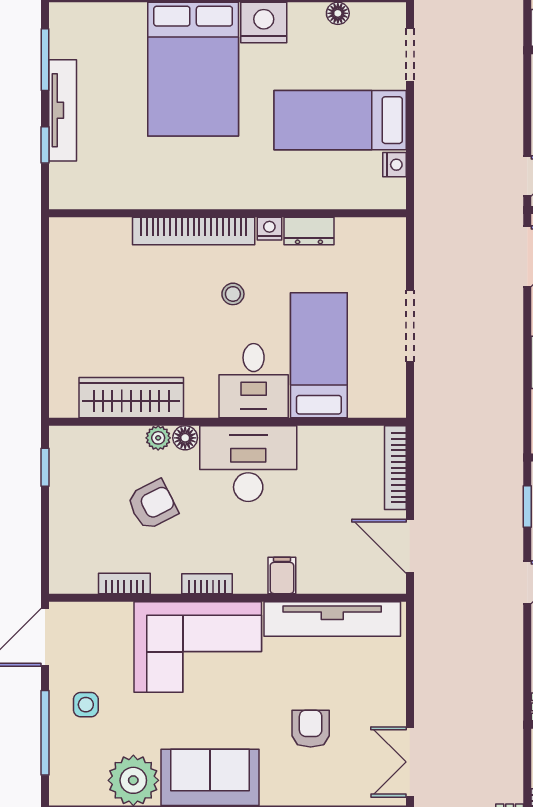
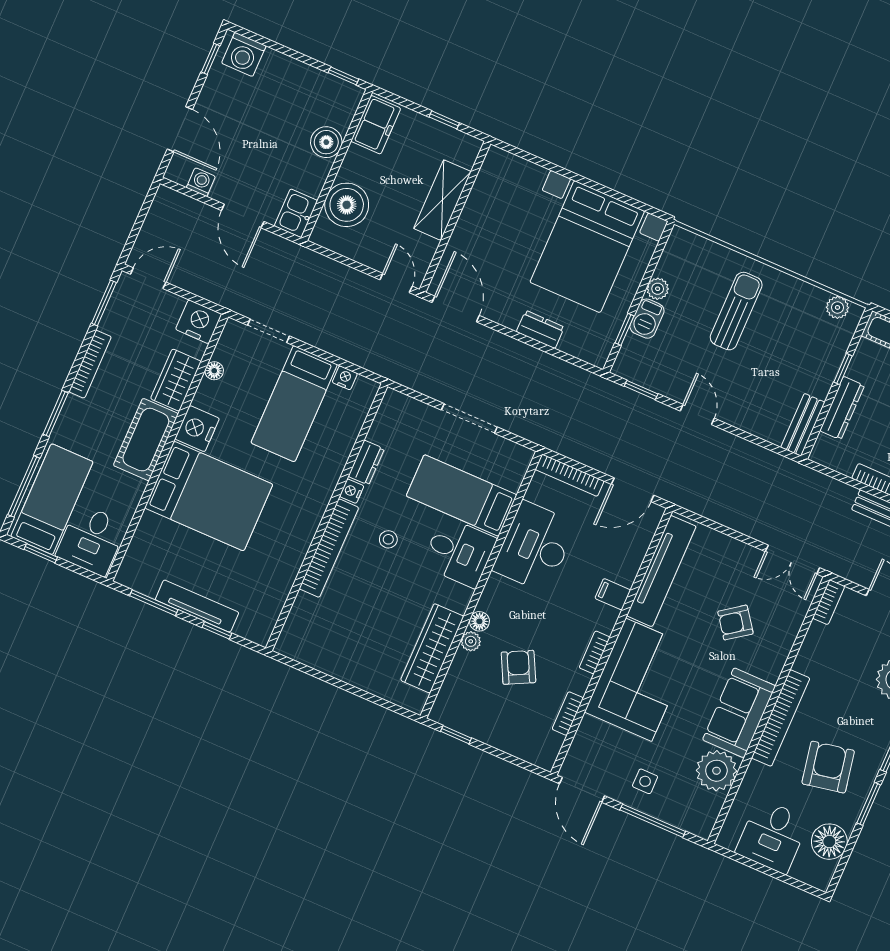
desk: (248, 464) -> (535, 547), moved
armchair: (311, 729) -> (735, 623), turned -36

